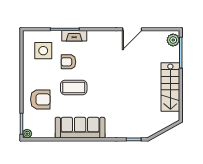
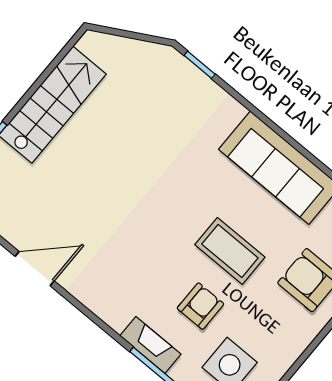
armchair: (68, 62) -> (200, 306), turned -90

